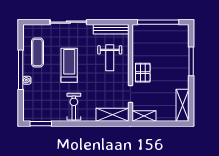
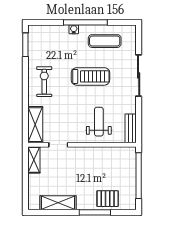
bench: (111, 29) -> (131, 128), width x0.73
weight bench: (110, 58) -> (99, 122), turned 90
pallet: (143, 73) -> (108, 199), moved
shelving: (183, 105) -> (58, 203), moved
exercise bike: (74, 107) -> (44, 82), turned -90

